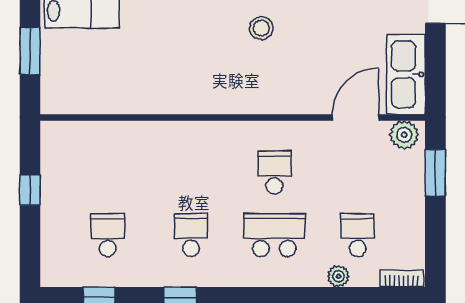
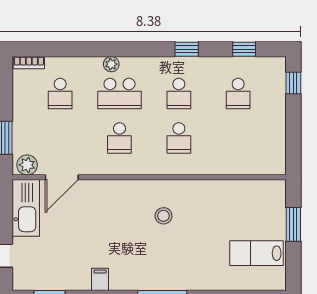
stool: (261, 28) -> (163, 216), moved
school desk: (191, 173) -> (179, 138), added
window: (30, 190) -> (293, 83), moved
plant: (339, 276) -> (111, 64), moved

